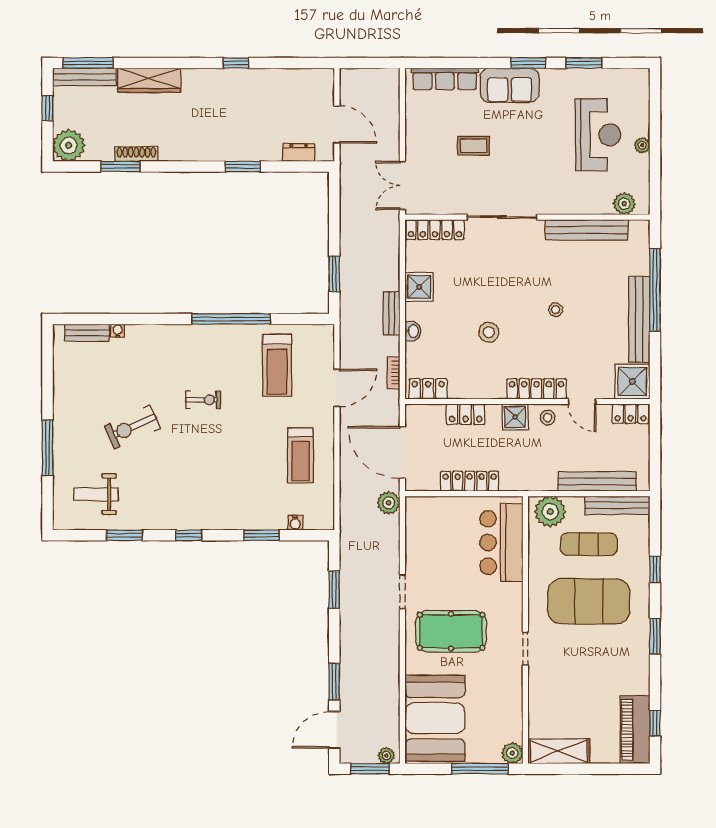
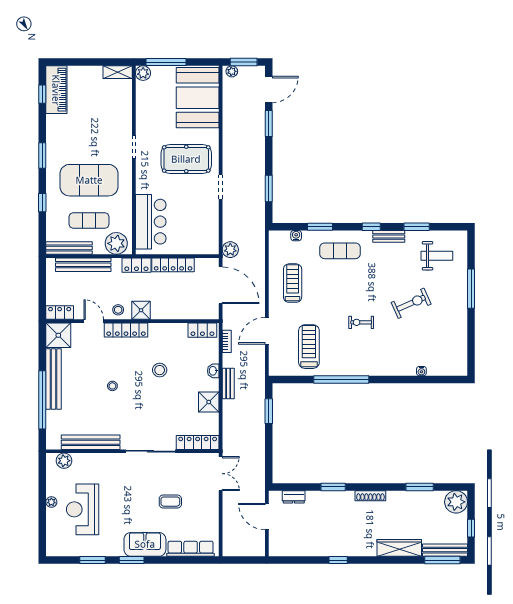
shoe rack: (136, 154) -> (370, 496), moved
bench: (87, 333) -> (389, 236), moved
locker: (466, 414) -> (136, 265), moved, turned 180
exercise mat: (233, 501) -> (340, 251), added
shelving: (559, 751) -> (118, 72), width x0.67, depth x0.75

